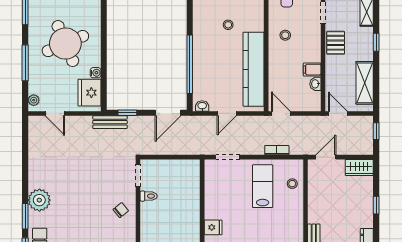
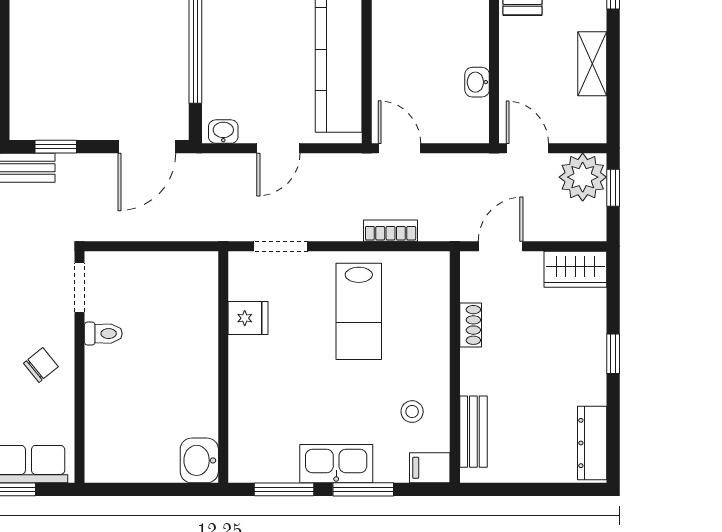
filing cabinet: (312, 70) -> (470, 50), removed
shelving: (365, 83) -> (592, 64), width x0.67, depth x0.75
plant: (363, 126) -> (583, 177), added
stool: (292, 184) -> (412, 412), moved
lab bench: (263, 186) -> (359, 311), turned 180
shoe rack: (312, 192) -> (471, 325), added
fridge: (213, 227) -> (248, 318), moved

